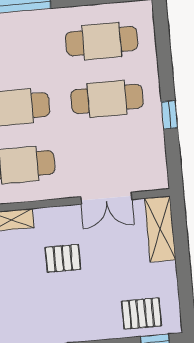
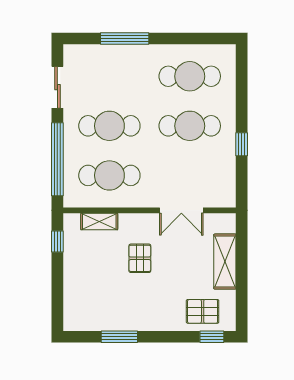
shelving: (160, 229) -> (225, 262), moved
pallet: (63, 258) -> (140, 258), turned 90

